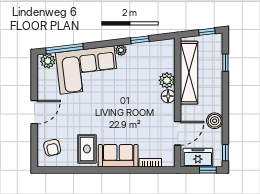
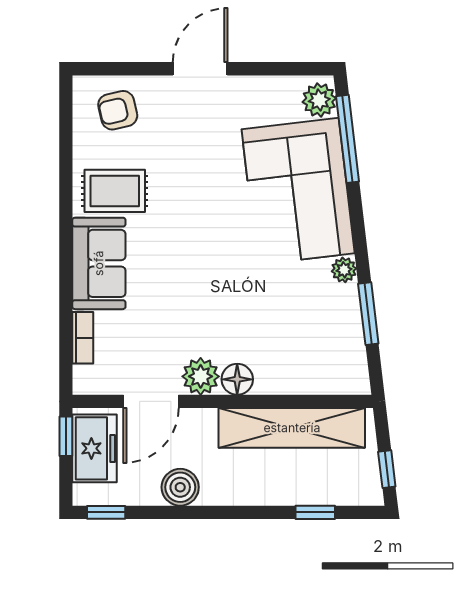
window: (140, 40) -> (368, 314), width x1.50
plant: (167, 80) -> (201, 376), moved
door: (34, 112) -> (200, 69), swing flipped
door: (178, 133) -> (151, 401), hinge flipped
window: (208, 170) -> (66, 436), moved

